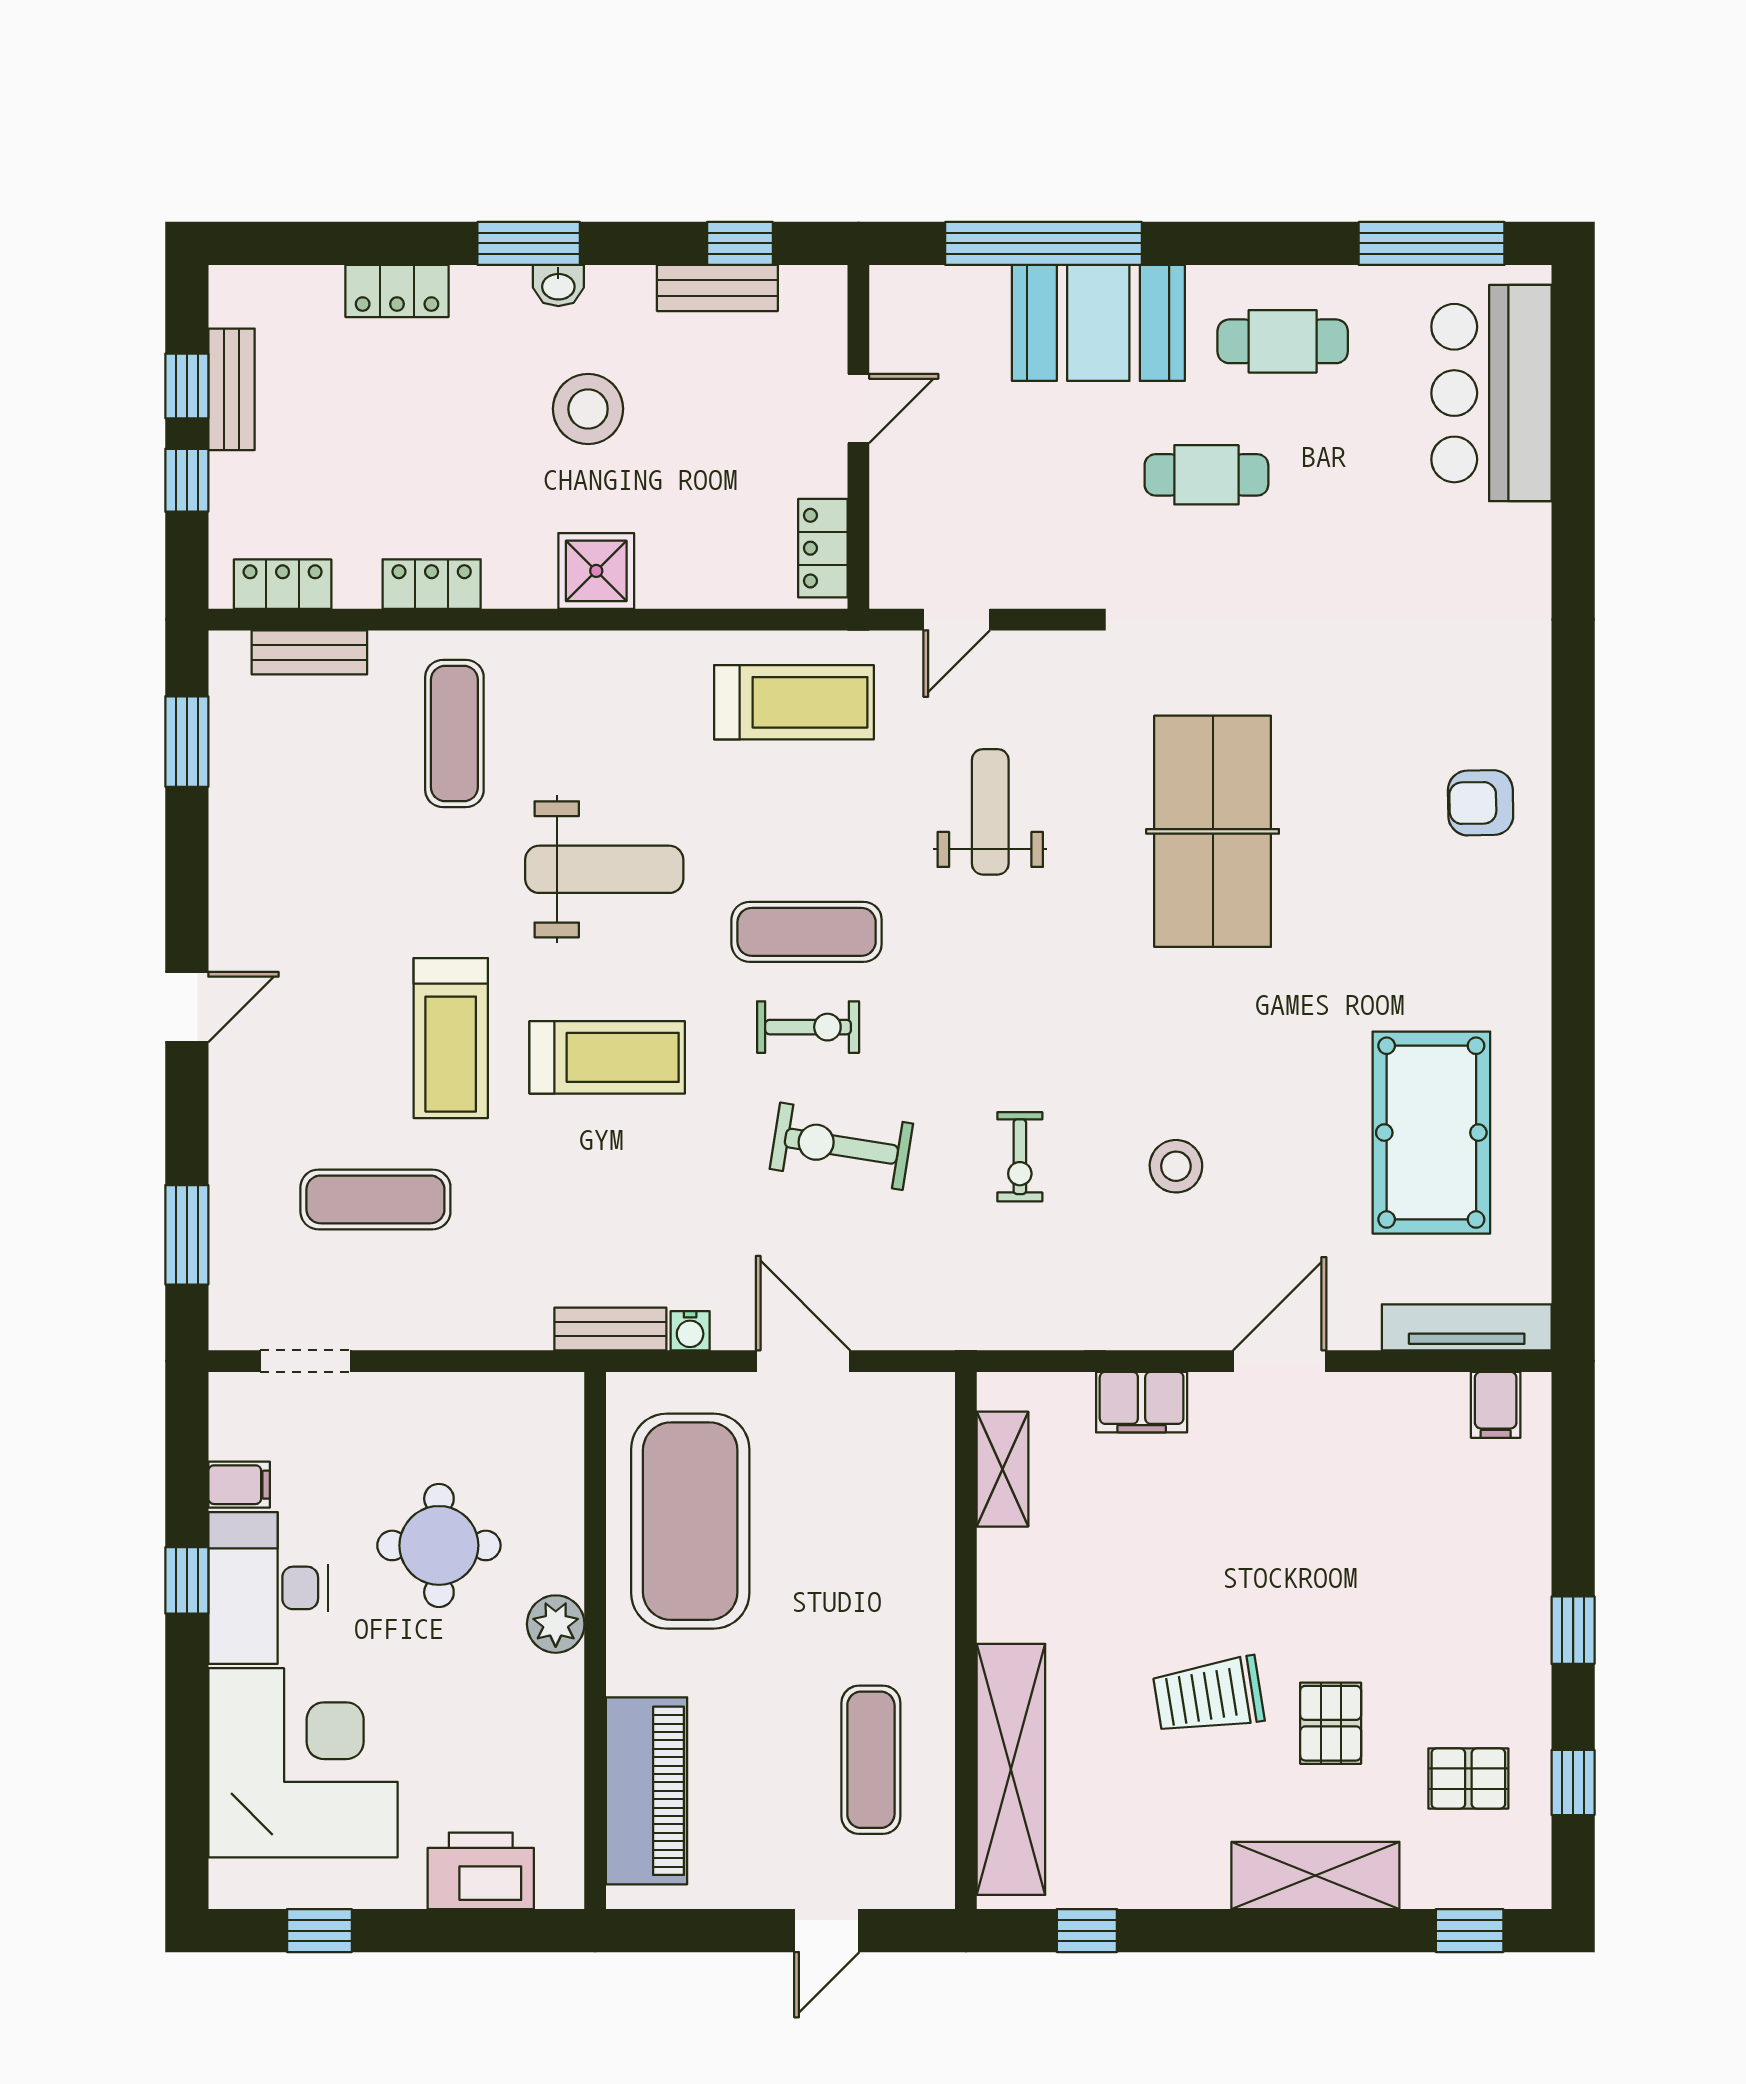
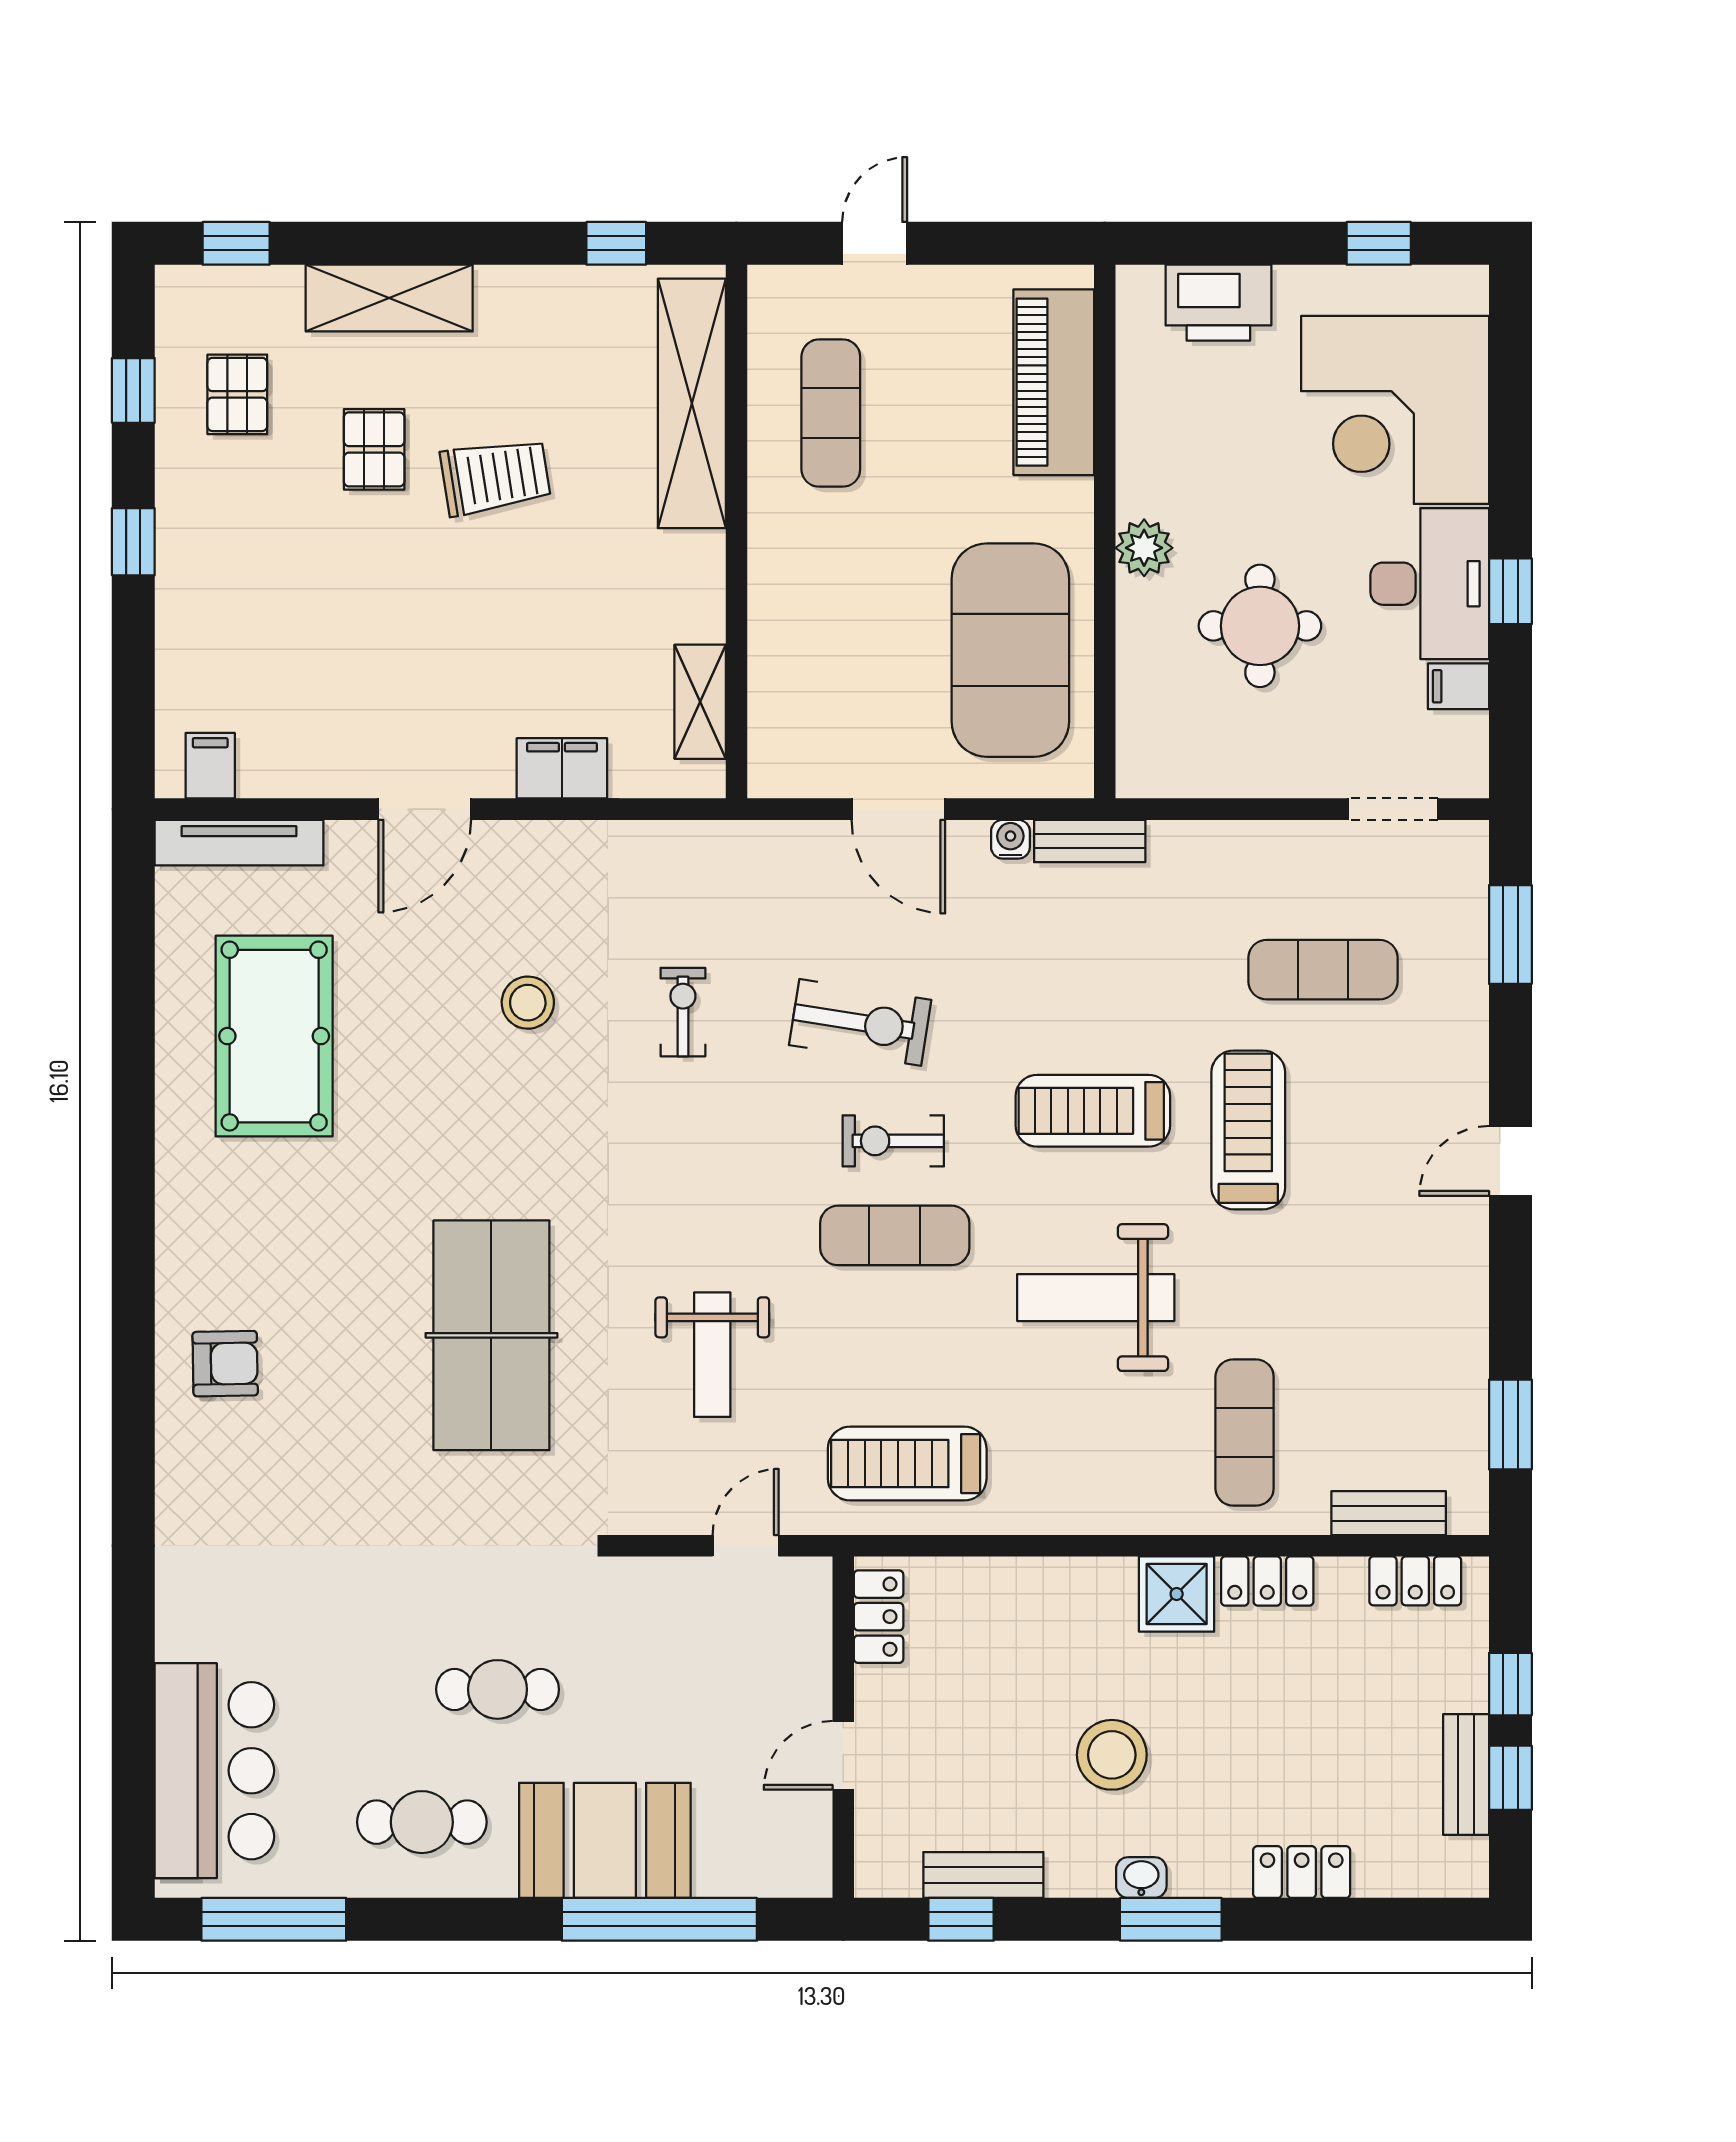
shower: (596, 571) -> (1177, 1594), moved
pallet: (1468, 1778) -> (237, 394), turned 90

